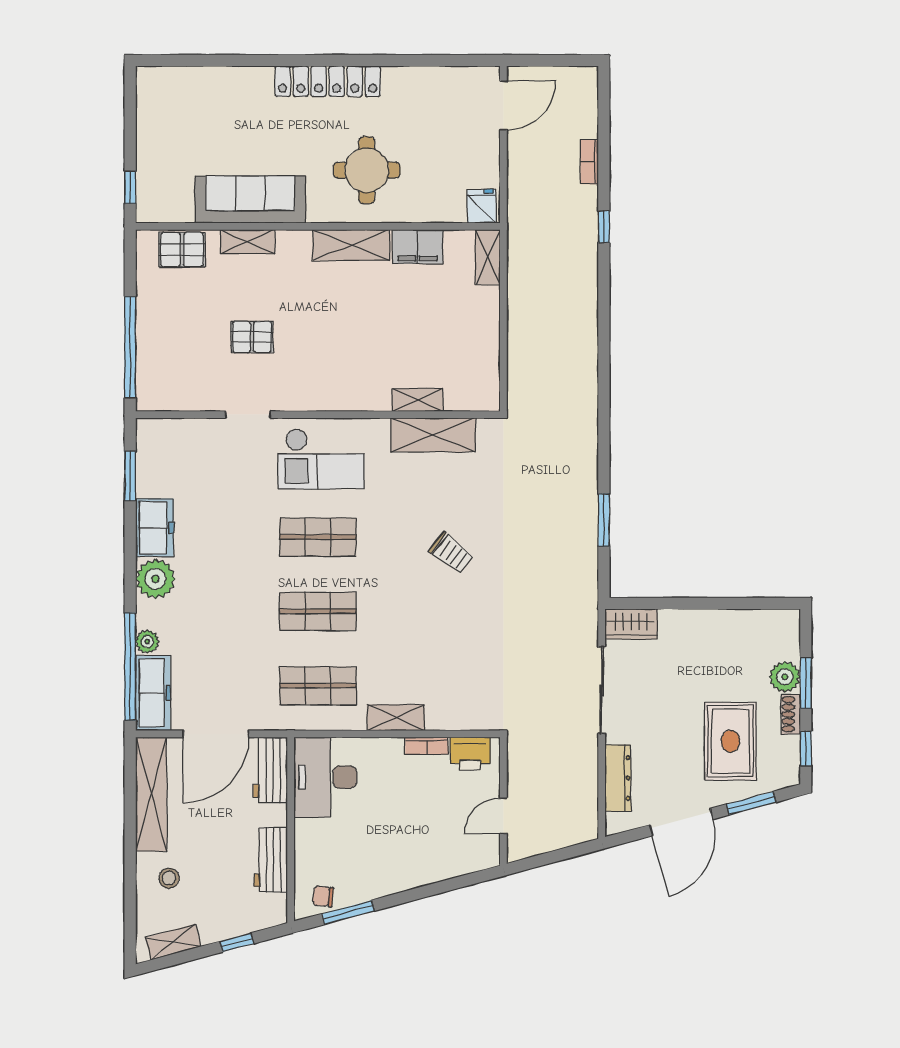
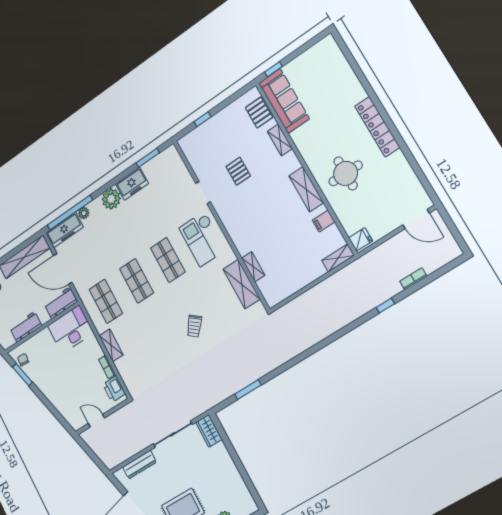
sofa: (250, 199) -> (284, 101), moved
filing cabinet: (418, 247) -> (324, 221), width x0.50
window: (130, 347) -> (203, 119), width x0.32

